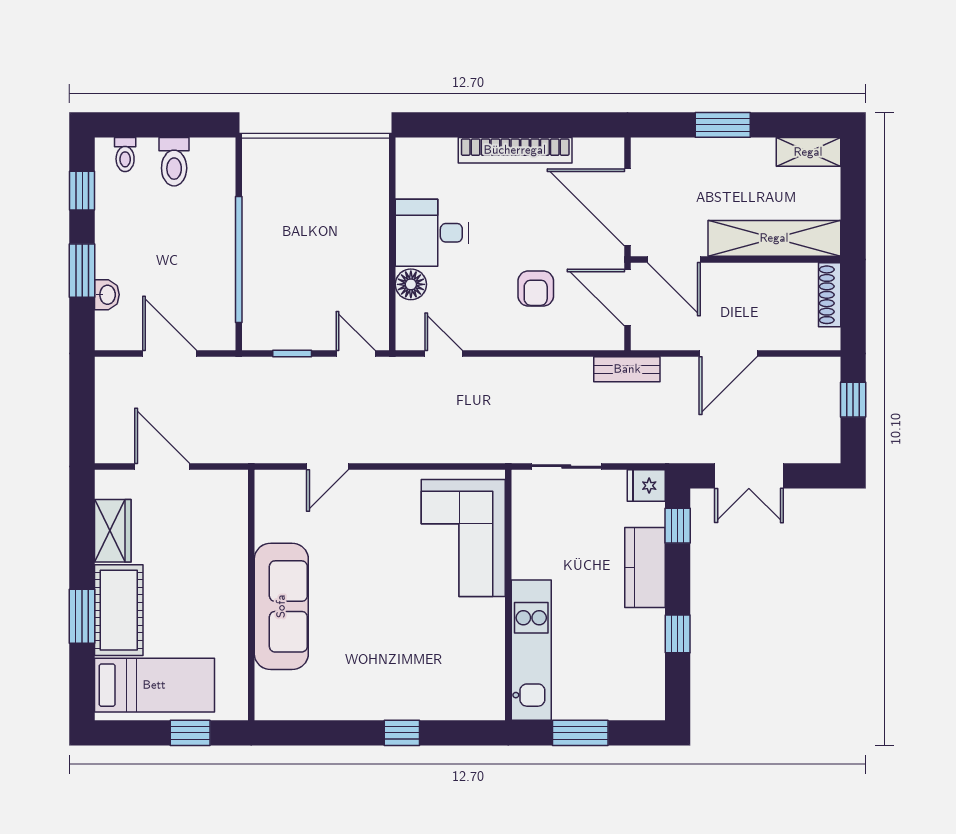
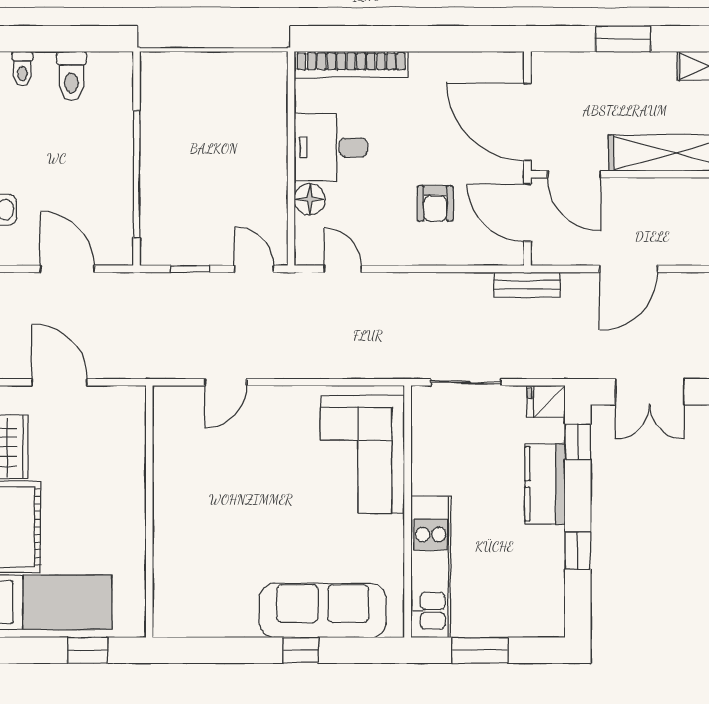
bookcase: (515, 150) -> (351, 64), moved
sofa: (281, 606) -> (323, 611), moved, turned -90

